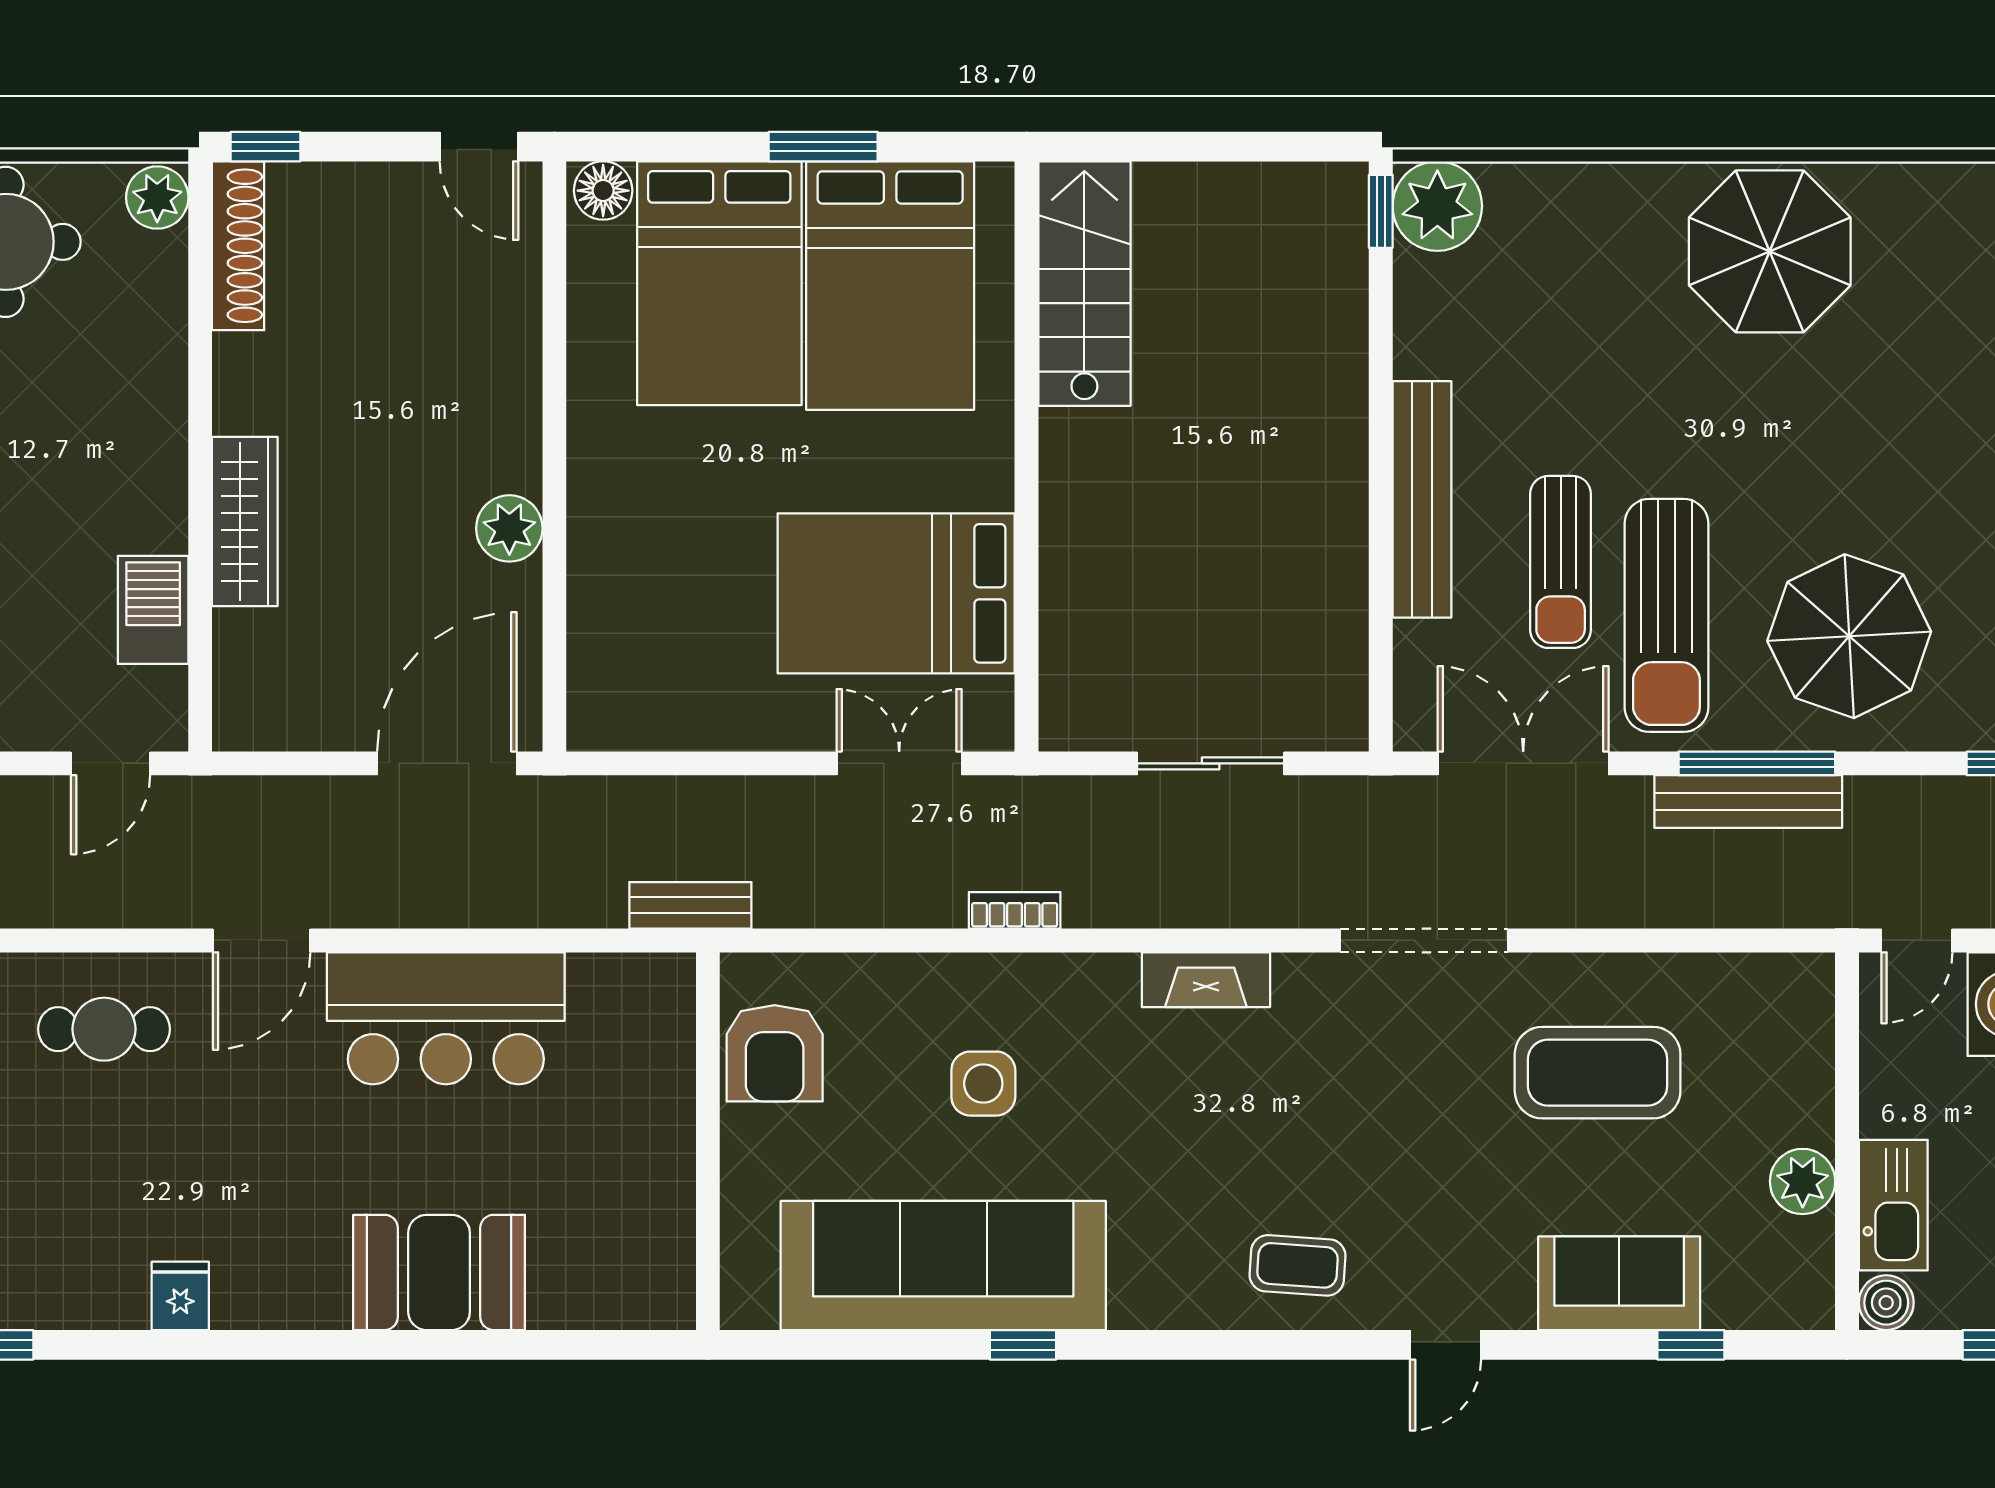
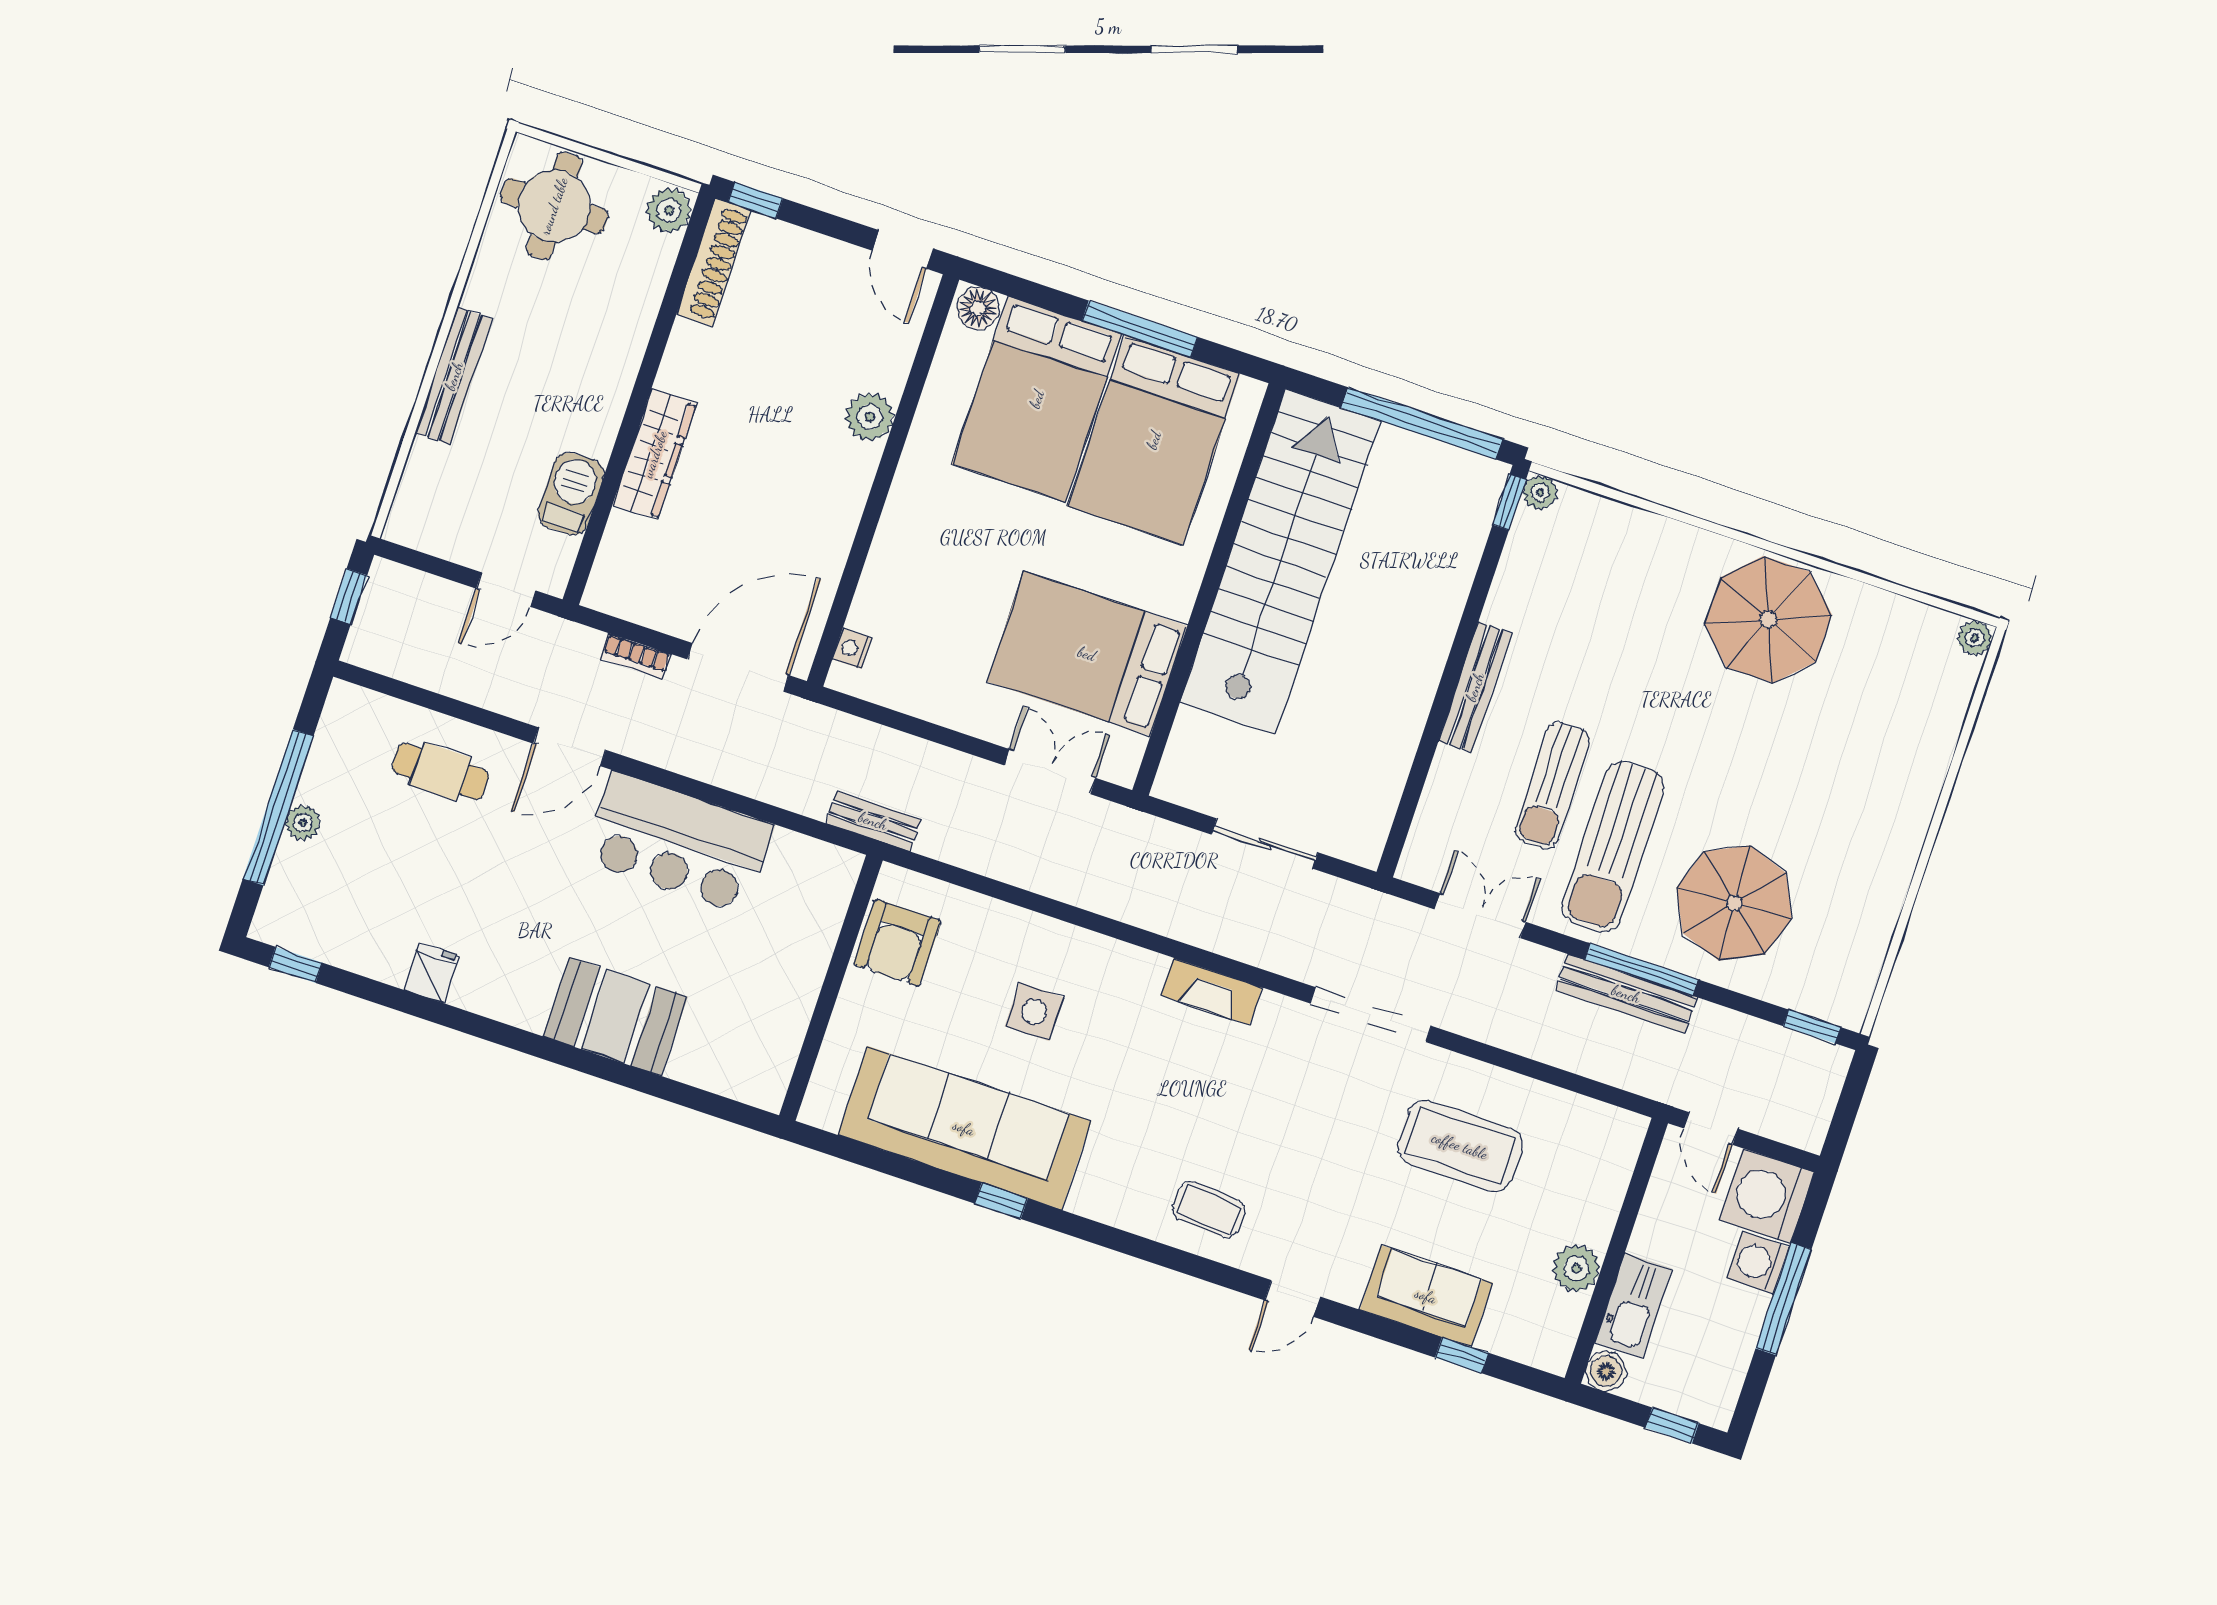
window: (823, 147) -> (1140, 329), width x1.44
window: (1232, 147) -> (1422, 423), added
plant: (1437, 206) -> (1540, 492), width x0.53, depth x0.53
stairs: (1084, 284) -> (1280, 561), width x1.86, depth x1.51
bench: (1422, 499) -> (1475, 687), width x0.73, depth x0.82
plant: (509, 528) -> (870, 417), moved
nightstand: (587, 689) -> (852, 649), added
double door: (1523, 763) -> (1480, 916), width x0.73
bookcase: (1015, 910) -> (636, 656), moved, turned 180
door: (1917, 940) -> (1711, 1128), hinge flipped

